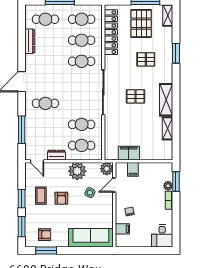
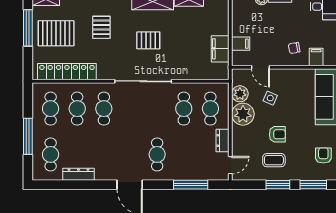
pallet: (135, 96) -> (148, 40), turned 90
plant: (107, 169) -> (240, 94), moved

